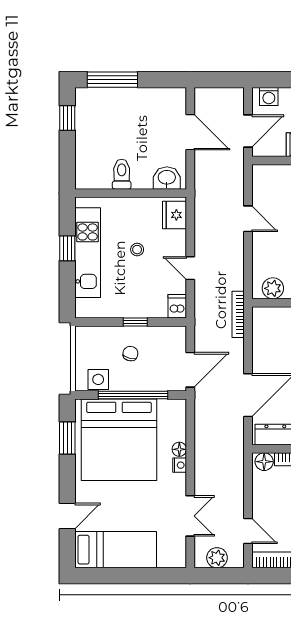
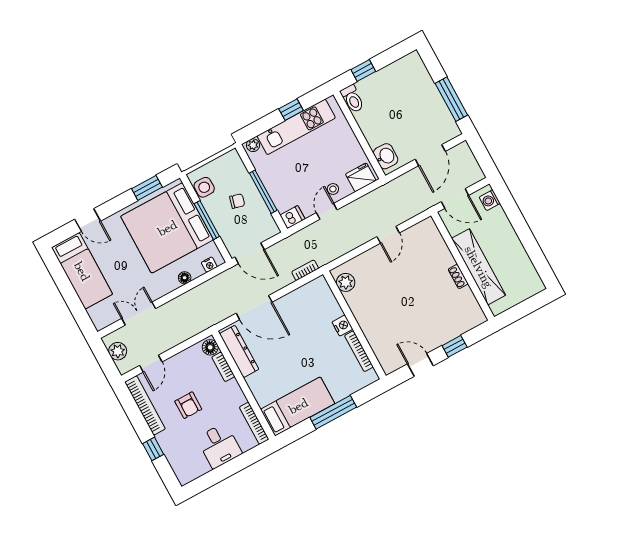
window: (112, 80) -> (451, 99), moved
window: (67, 118) -> (363, 70), moved
toilet: (122, 174) -> (352, 99), moved, turned 90
stool: (137, 250) -> (333, 189), moved
plant: (82, 307) -> (253, 145), added
bookcase: (238, 314) -> (305, 270), width x0.64
window: (135, 322) -> (263, 192), width x2.17
window: (133, 395) -> (207, 220), width x0.68
nightstand: (180, 465) -> (209, 265), moved
double door: (190, 516) -> (139, 314), swing flipped

